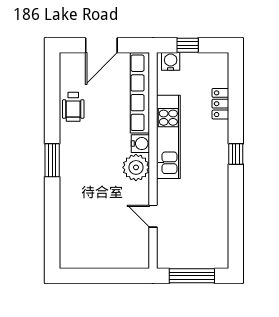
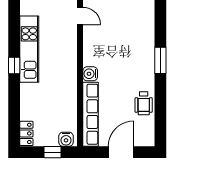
locker: (220, 104) -> (26, 133), moved
wheelchair: (73, 107) -> (144, 103), turned 180
kitchen unit: (168, 137) -> (29, 49), moved, turned 180
plant: (136, 167) -> (94, 55), removed

